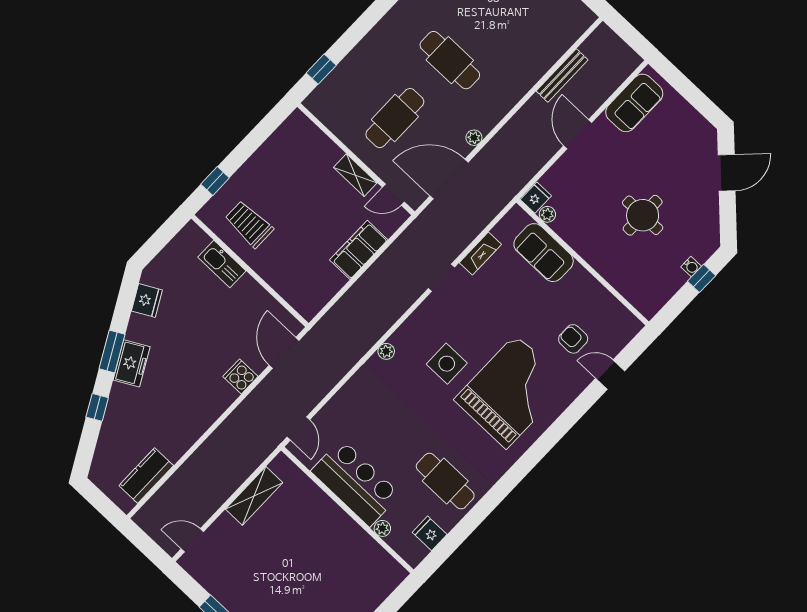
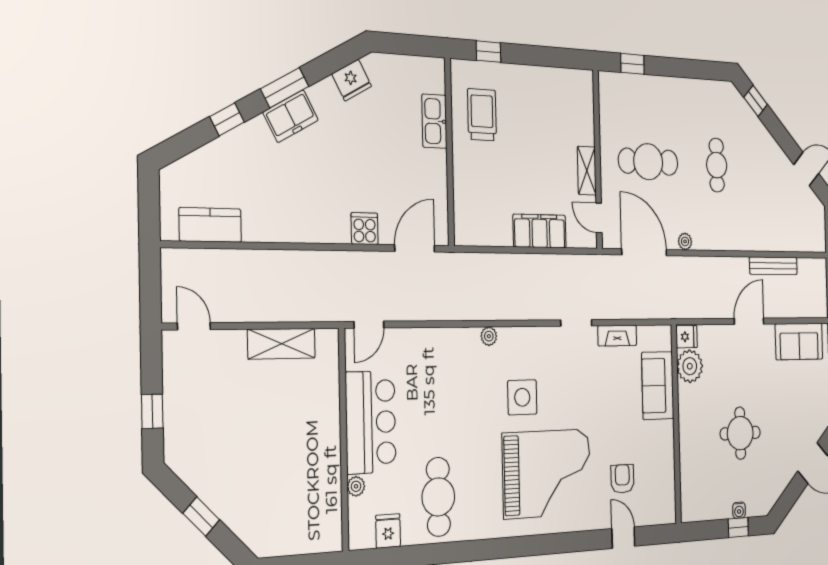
cafe table: (450, 60) -> (717, 165), width x0.73, depth x0.74
plant: (547, 214) -> (690, 366), width x1.87, depth x1.87

